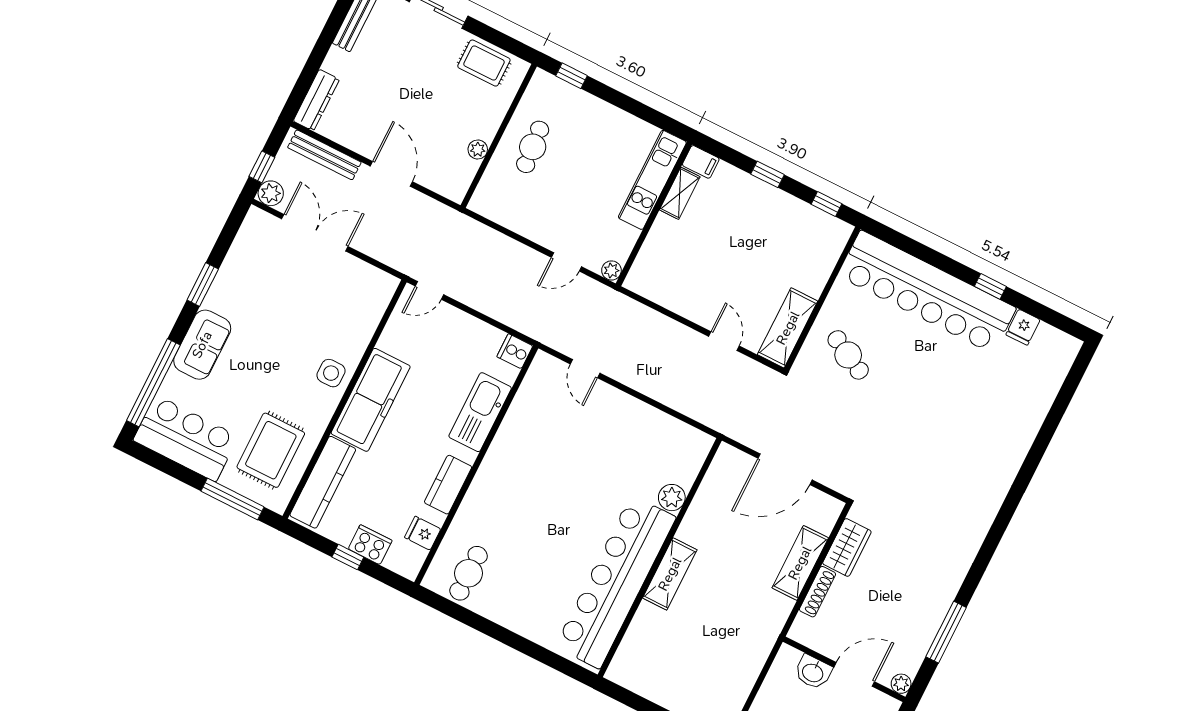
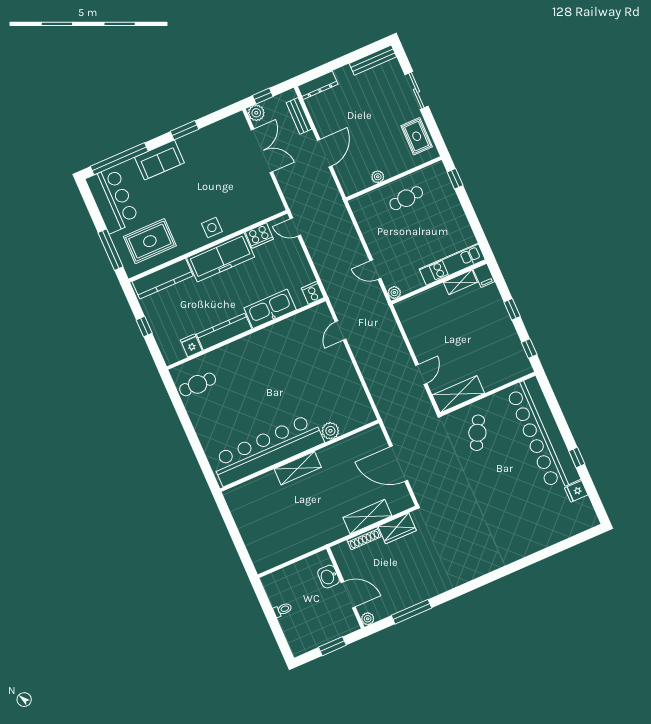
bench: (324, 155) -> (299, 116), width x0.73
kitchen counter: (448, 485) -> (224, 332), width x1.50
cooker: (370, 545) -> (259, 236), moved, turned 90

